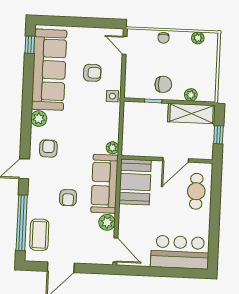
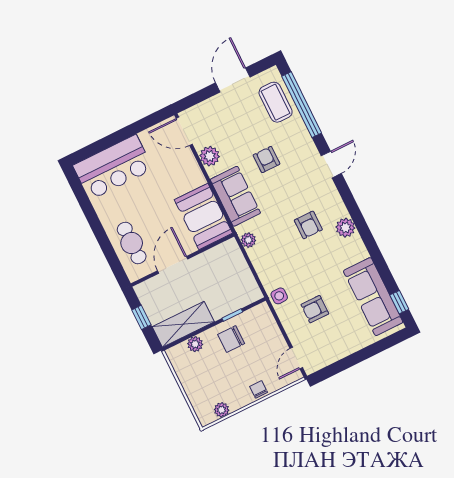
door: (125, 45) -> (296, 358), swing flipped
sofa: (49, 70) -> (373, 297), width x0.74, depth x0.79
armchair: (48, 149) -> (308, 225), moved
sofa: (104, 184) -> (235, 196), width x0.73

